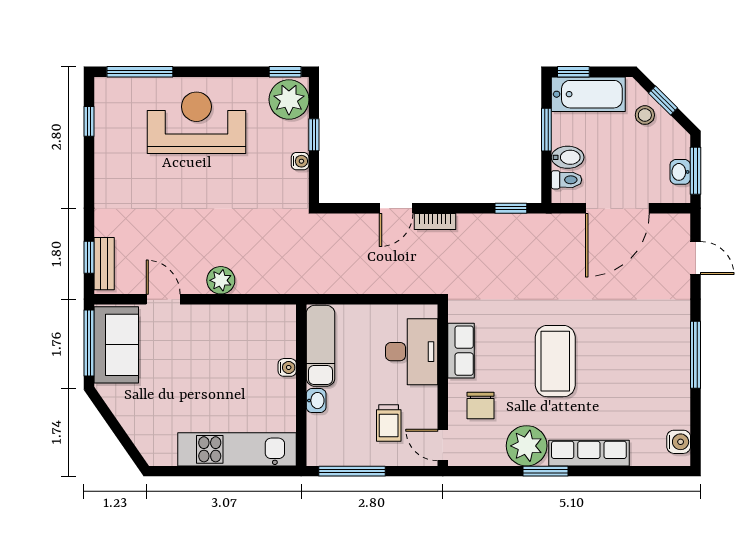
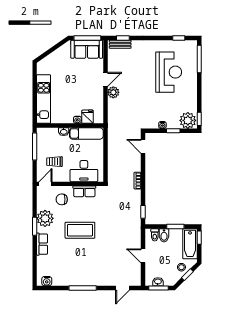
reception desk: (196, 123) -> (169, 72), moved
door: (396, 208) -> (143, 146), moved
door: (617, 208) -> (143, 256), width x0.53
door: (163, 299) -> (105, 79), moved
fridge: (280, 343) -> (88, 117), added
row of seats: (589, 453) -> (42, 244), width x0.68

